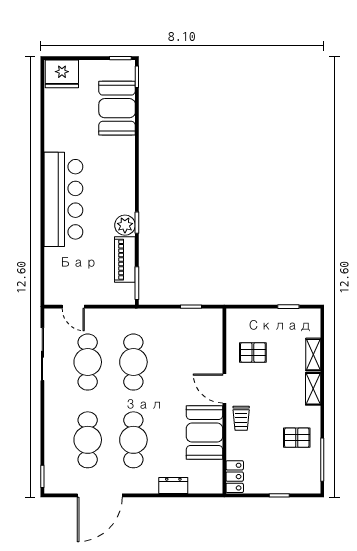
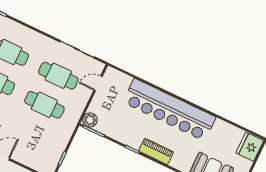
bar counter: (63, 199) -> (169, 110), width x1.36
plant: (125, 225) -> (90, 120), moved
piano: (125, 260) -> (156, 151), moved

